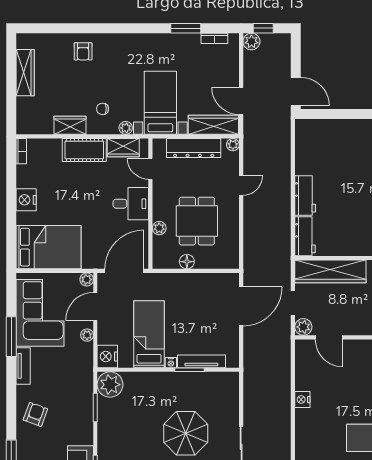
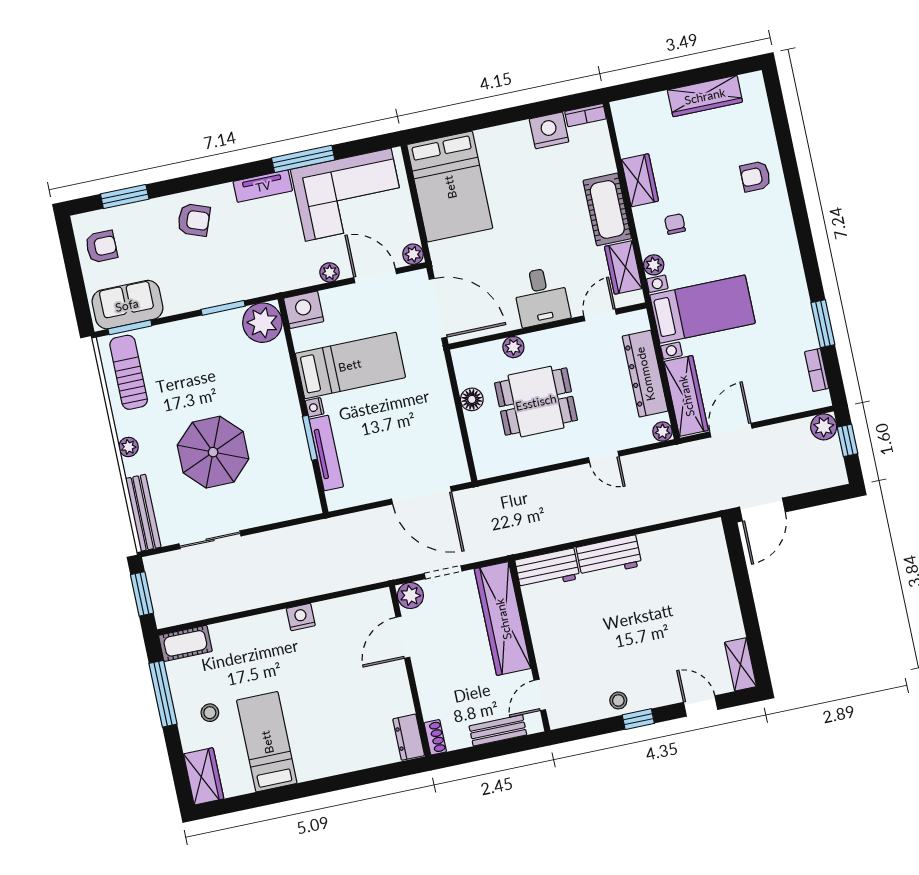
nightstand: (26, 200) -> (549, 130), moved

